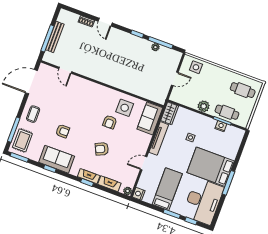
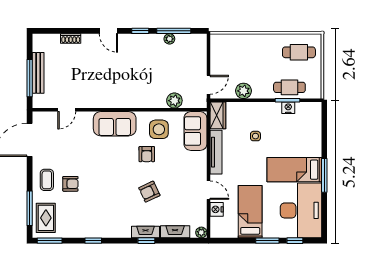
door: (105, 22) -> (108, 31), moved
side table: (196, 67) -> (230, 45), removed
door: (65, 70) -> (67, 110), hinge flipped
door: (175, 79) -> (208, 85), moved
plant: (143, 92) -> (174, 101), added
plant: (204, 106) -> (243, 91), moved
armchair: (63, 131) -> (70, 184), moved
sofa: (57, 159) -> (115, 124), moved, turned 180
door: (144, 163) -> (208, 190), swing flipped
bed: (211, 167) -> (294, 170), width x0.67
nightstand: (139, 194) -> (217, 209), moved

